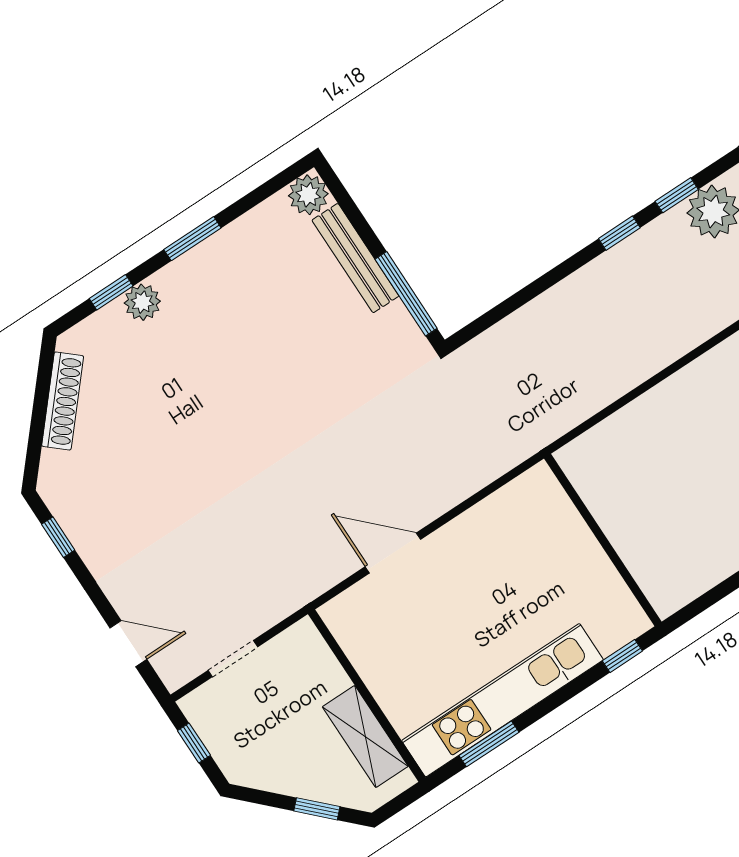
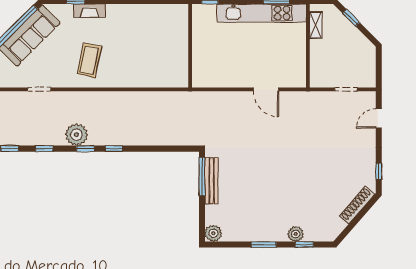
bench: (355, 258) -> (211, 181), moved
shoe rack: (63, 401) -> (357, 205), moved
door: (128, 644) -> (379, 118), hinge flipped
shelving: (365, 737) -> (316, 25), width x0.67, depth x0.75
window: (194, 743) -> (379, 69), removed

